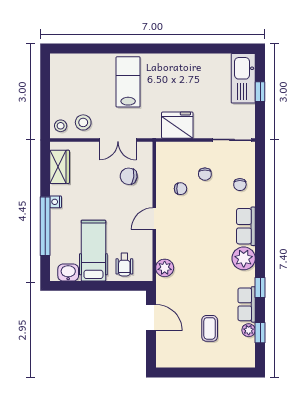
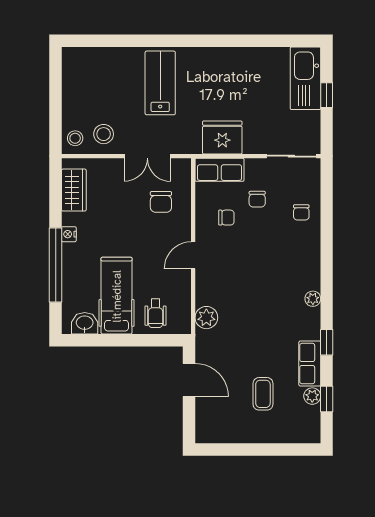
chair: (129, 176) -> (161, 202), turned -98
row of seats: (246, 226) -> (220, 170), moved, turned -90
plant: (244, 258) -> (313, 299), width x0.53, depth x0.53

